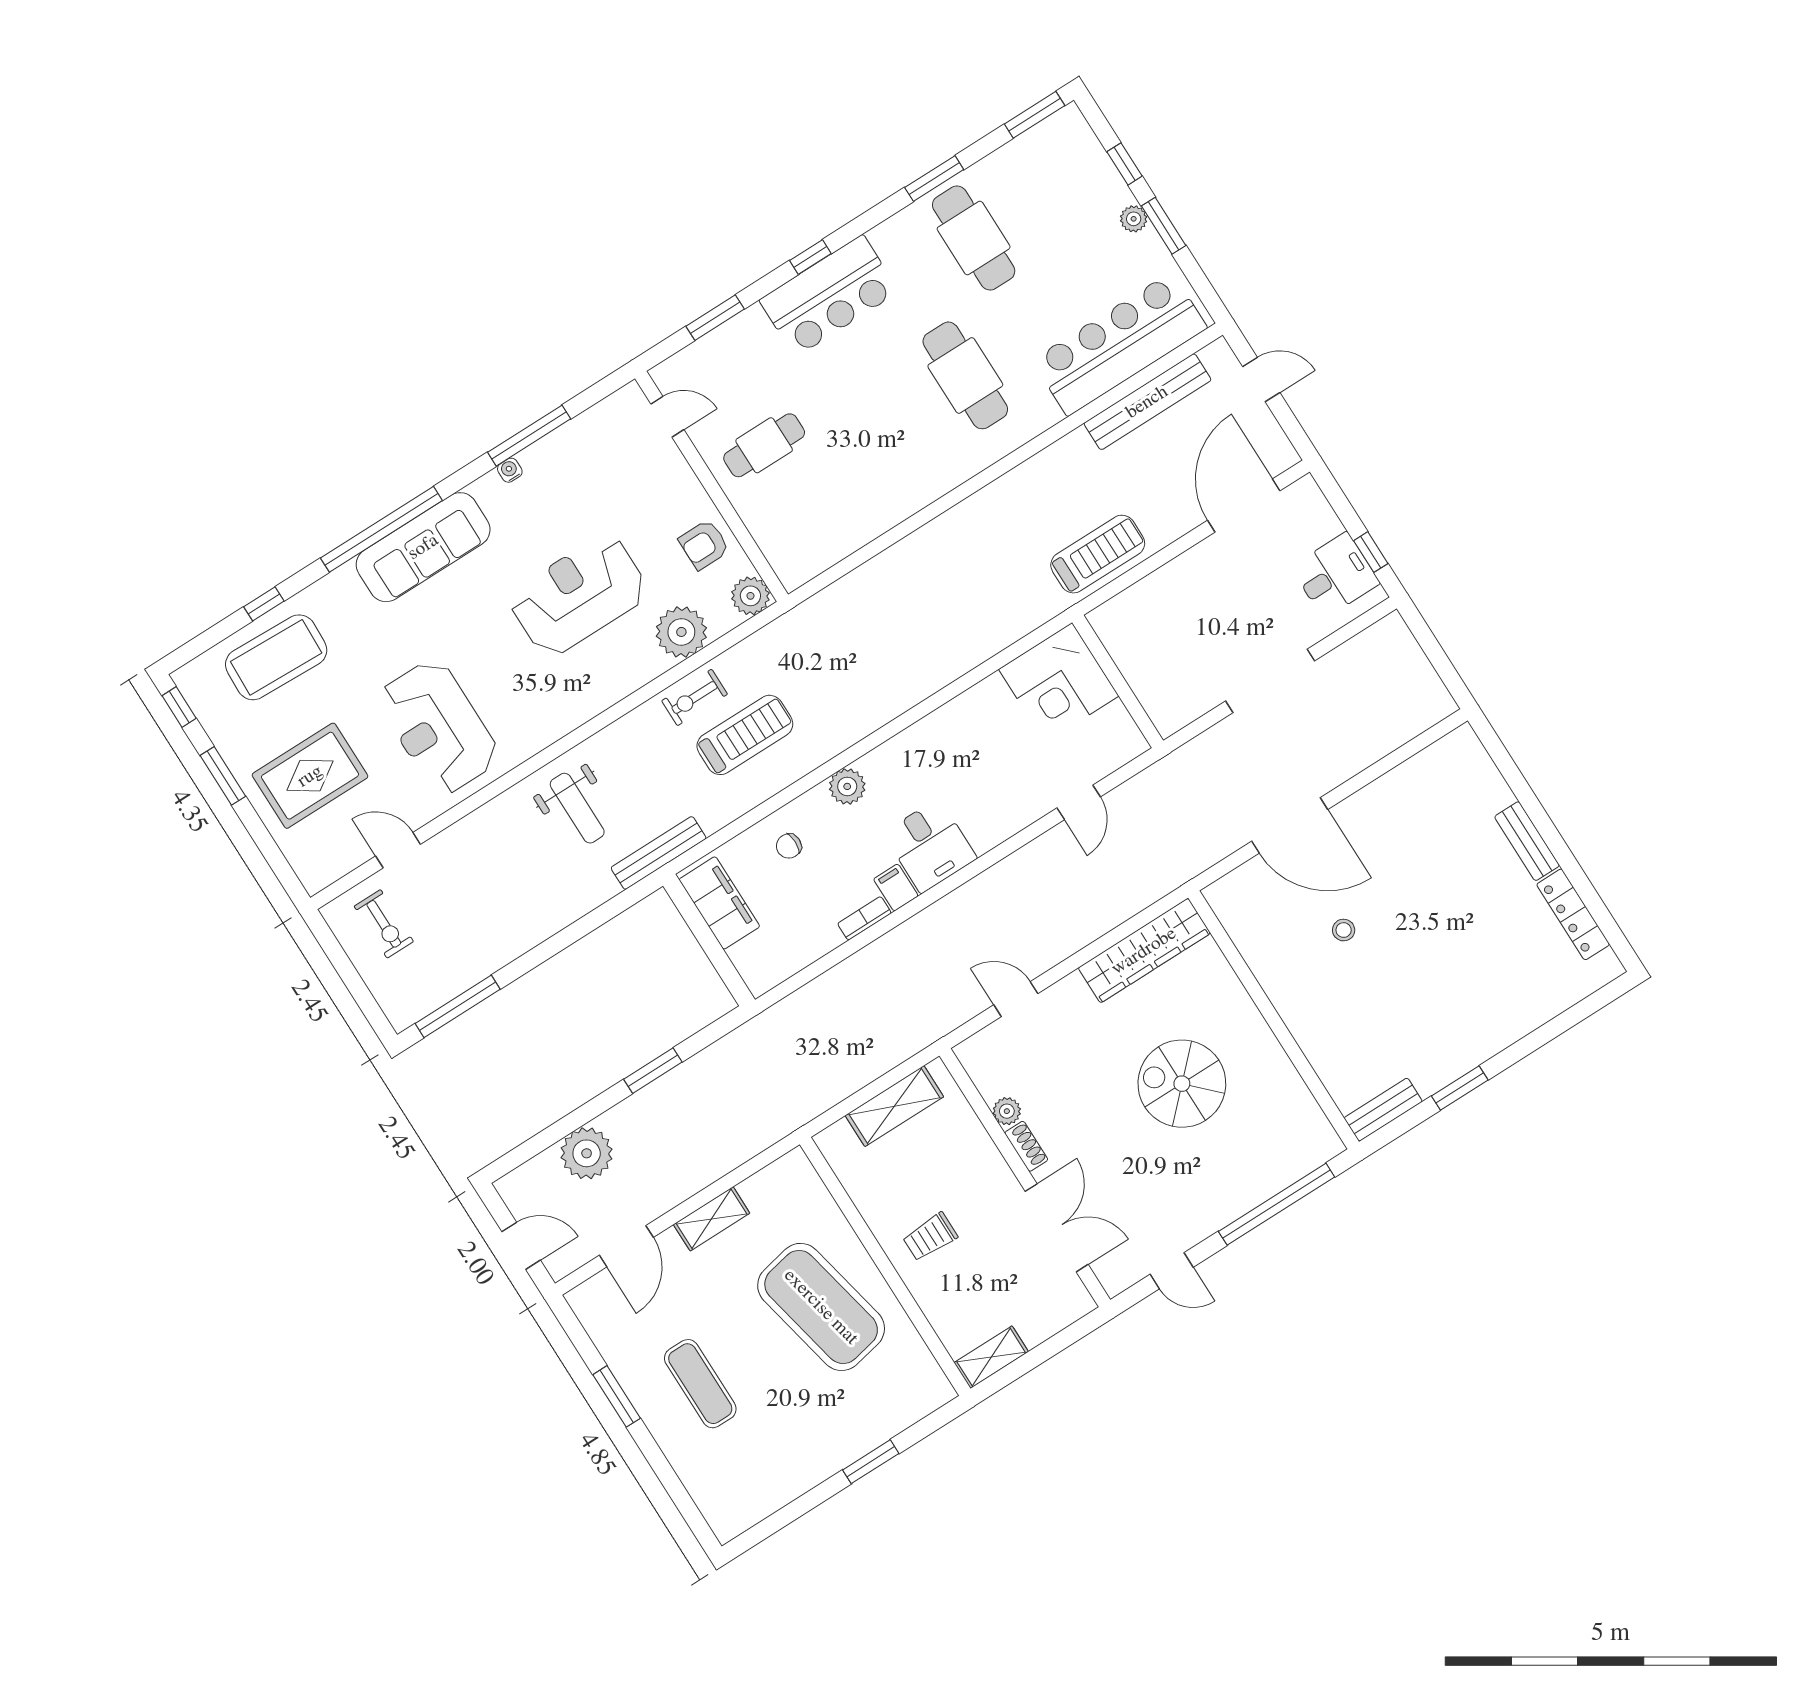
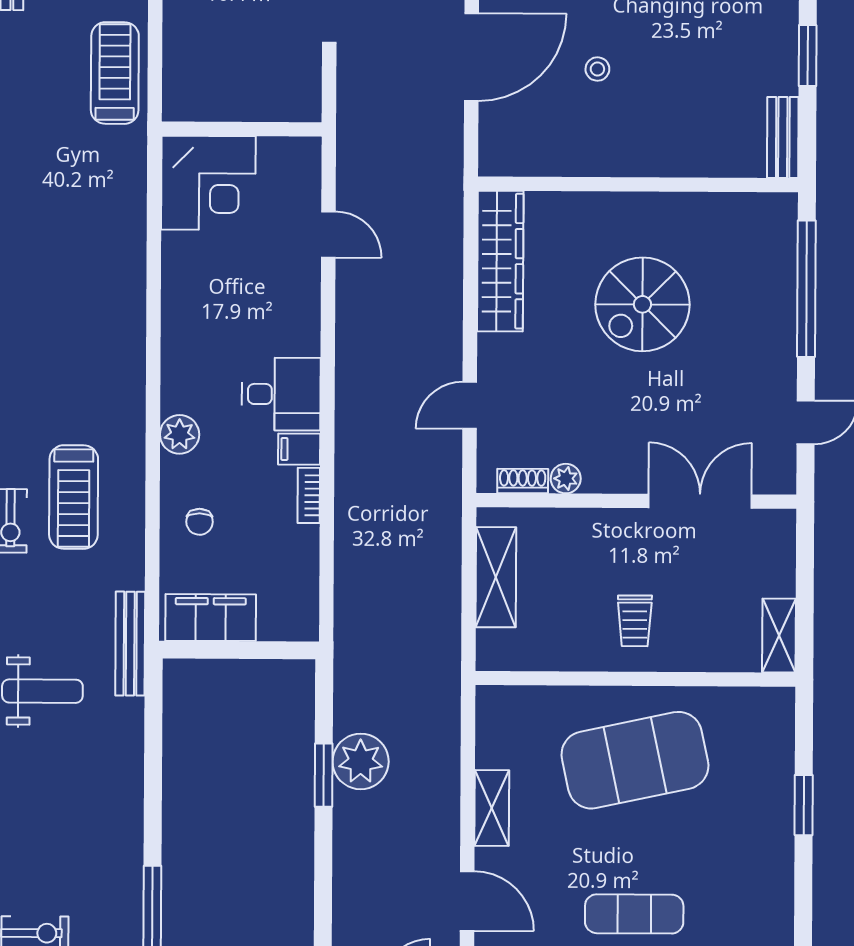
treadmill: (745, 735) -> (74, 497), turned 180
shoe rack: (1026, 1146) -> (523, 481), moved
plant: (587, 1153) -> (361, 761), moved

